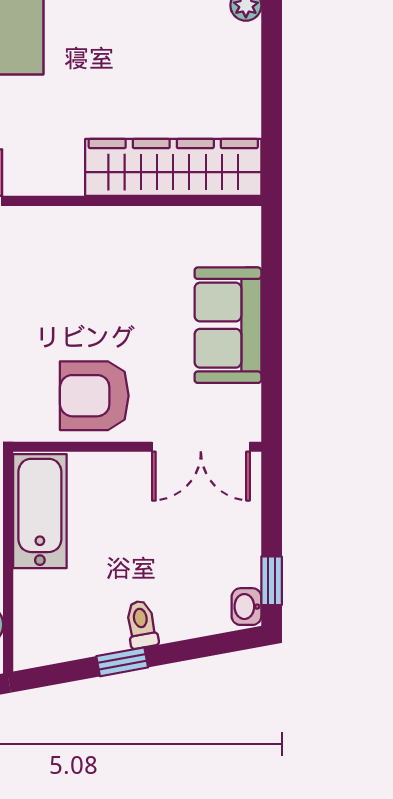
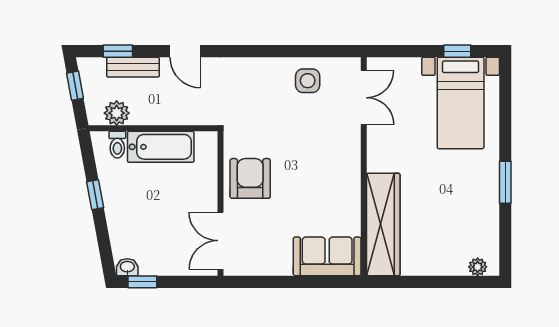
sofa: (228, 325) -> (327, 256), moved
bathtub: (40, 511) -> (161, 147), moved
toilet: (141, 624) -> (117, 145), moved, turned 100

